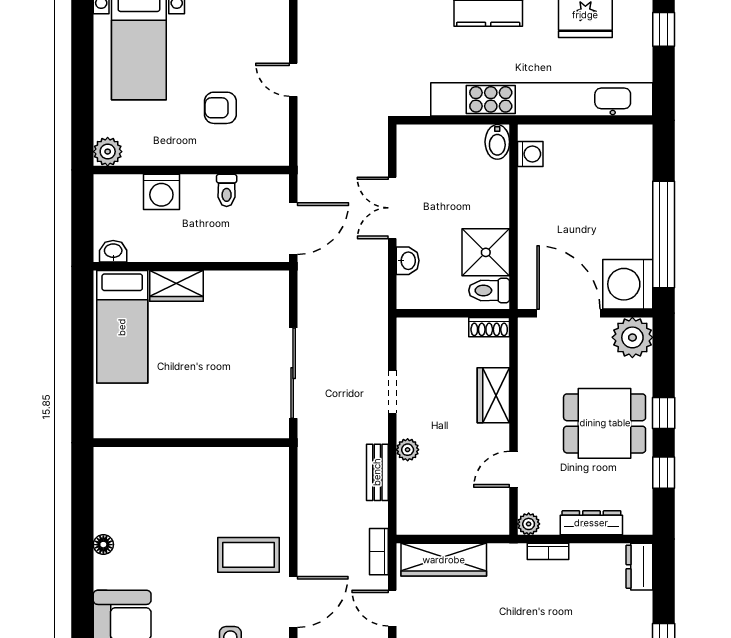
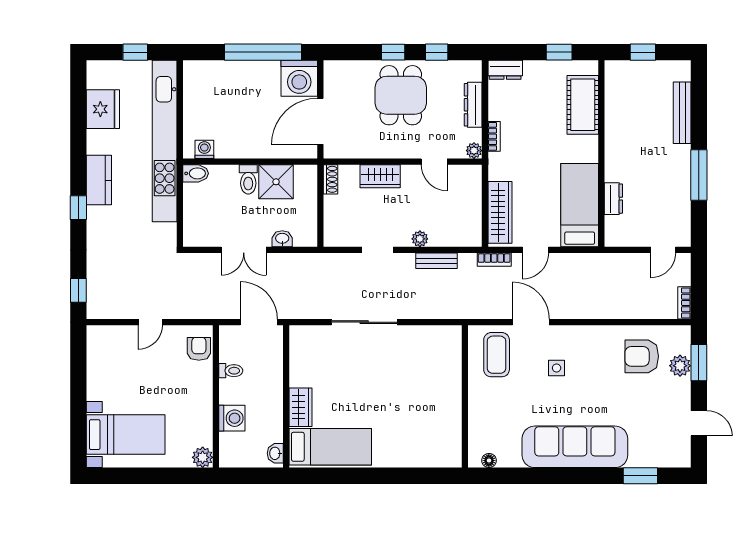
window: (664, 29) -> (135, 52), moved
armchair: (220, 108) -> (199, 349), moved, turned 180
toilet: (489, 290) -> (248, 179), moved
plant: (632, 337) -> (338, 75), removed
wall: (191, 443) -> (465, 396), moved

